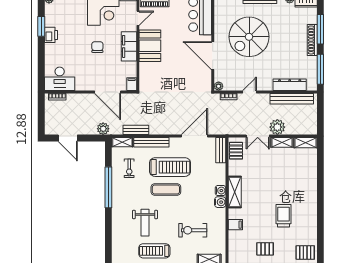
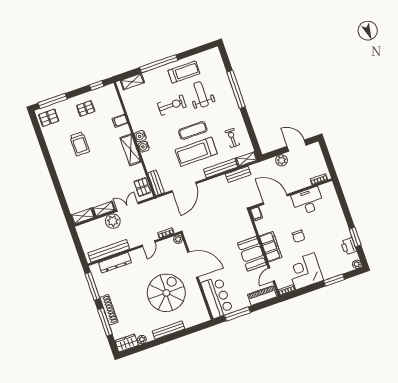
printer: (51, 35) -> (349, 246), moved
desk: (60, 79) -> (308, 201), moved
plant: (103, 129) -> (282, 160), moved
window: (108, 187) -> (236, 89), moved
exercise bike: (193, 230) -> (172, 105), moved

